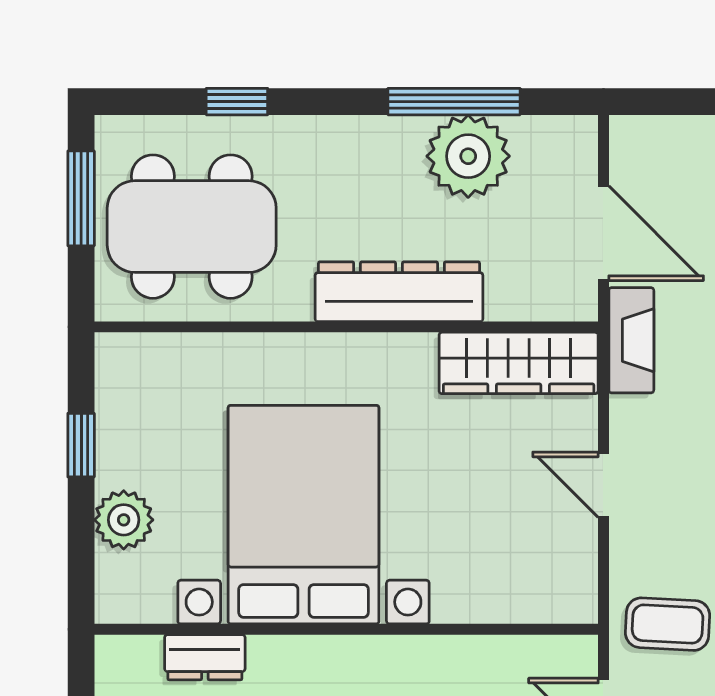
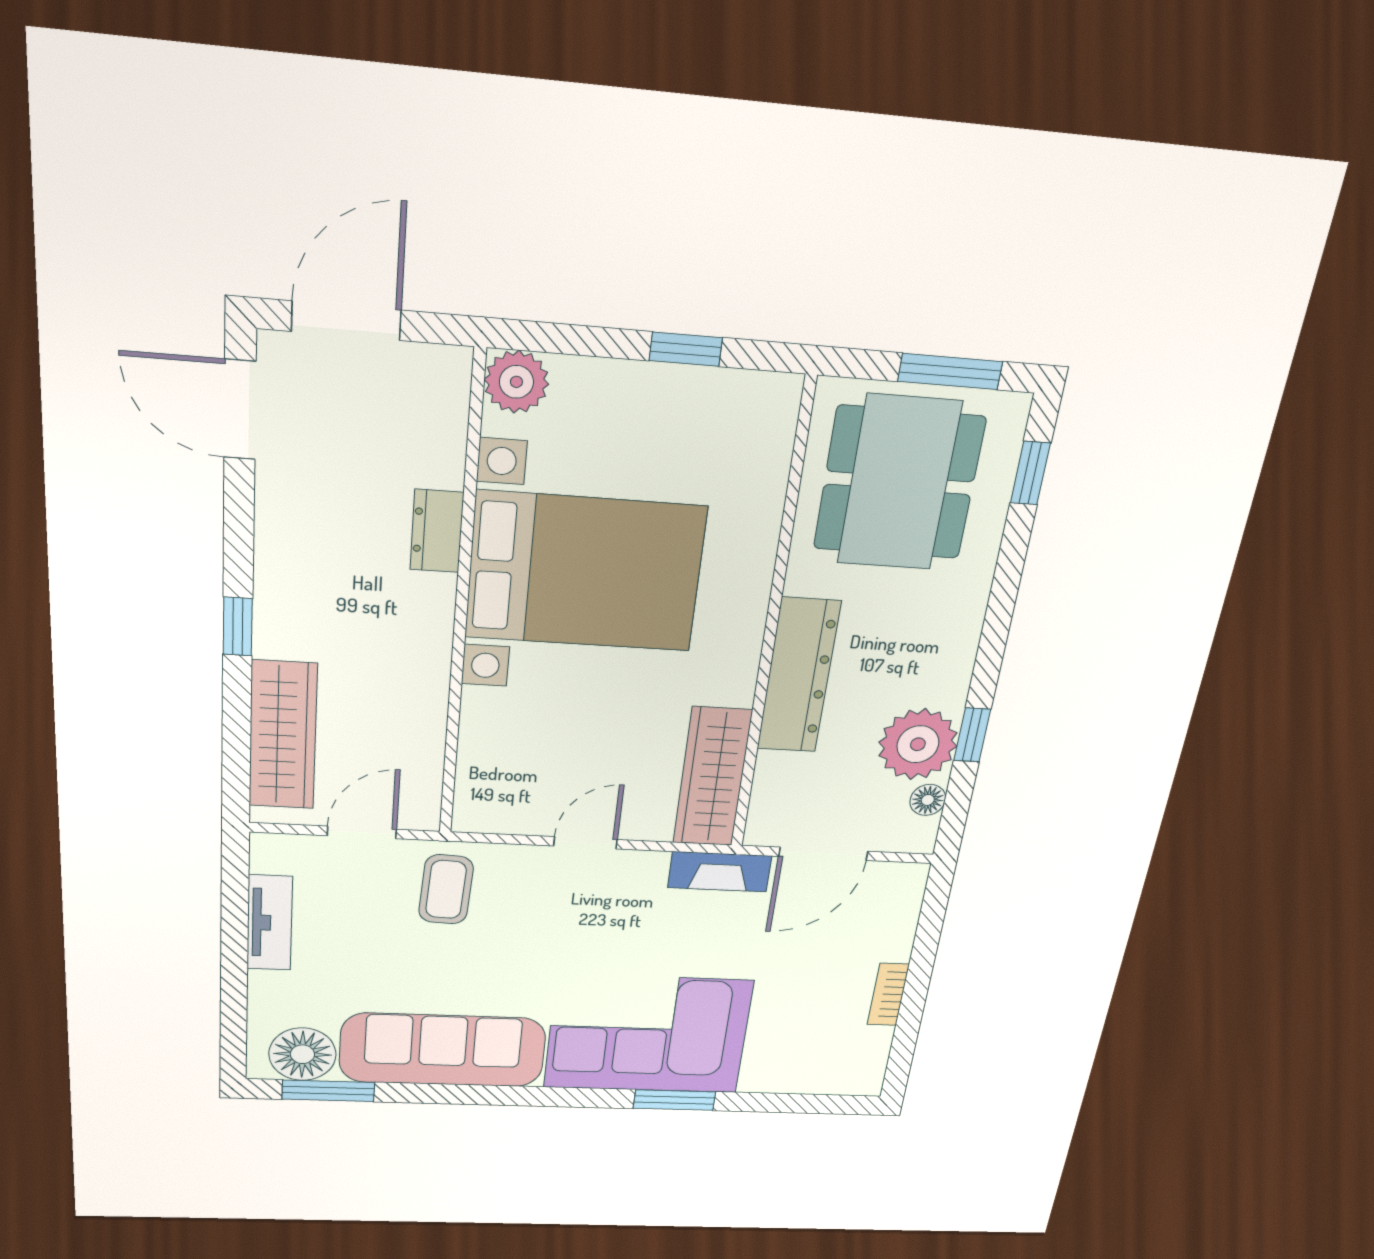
window: (237, 102) -> (1030, 473), moved
window: (454, 102) -> (972, 735), width x0.46
floor lamp: (533, 134) -> (928, 800), added
plant: (124, 520) -> (516, 382), moved
dresser: (205, 657) -> (437, 531), moved

